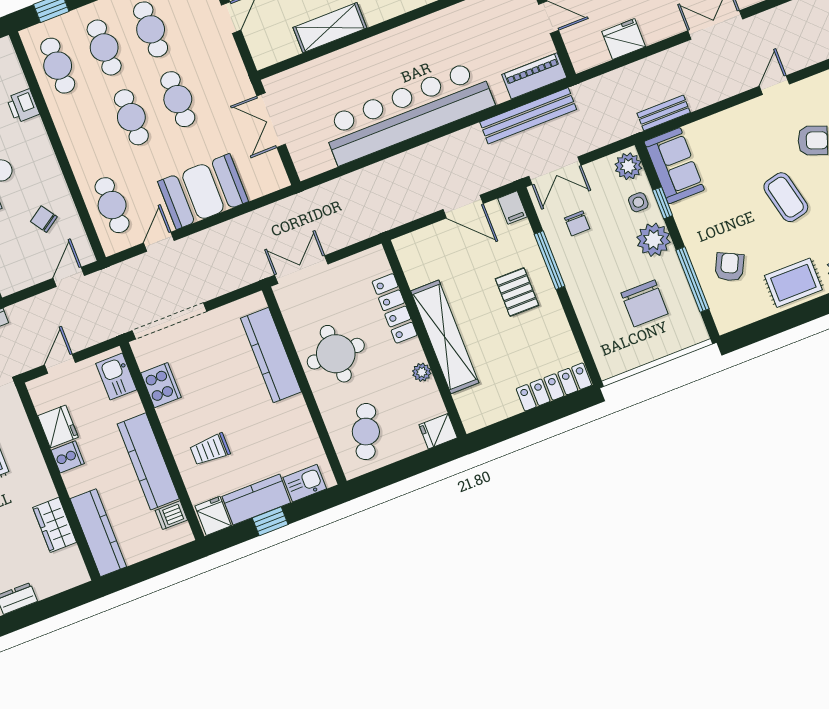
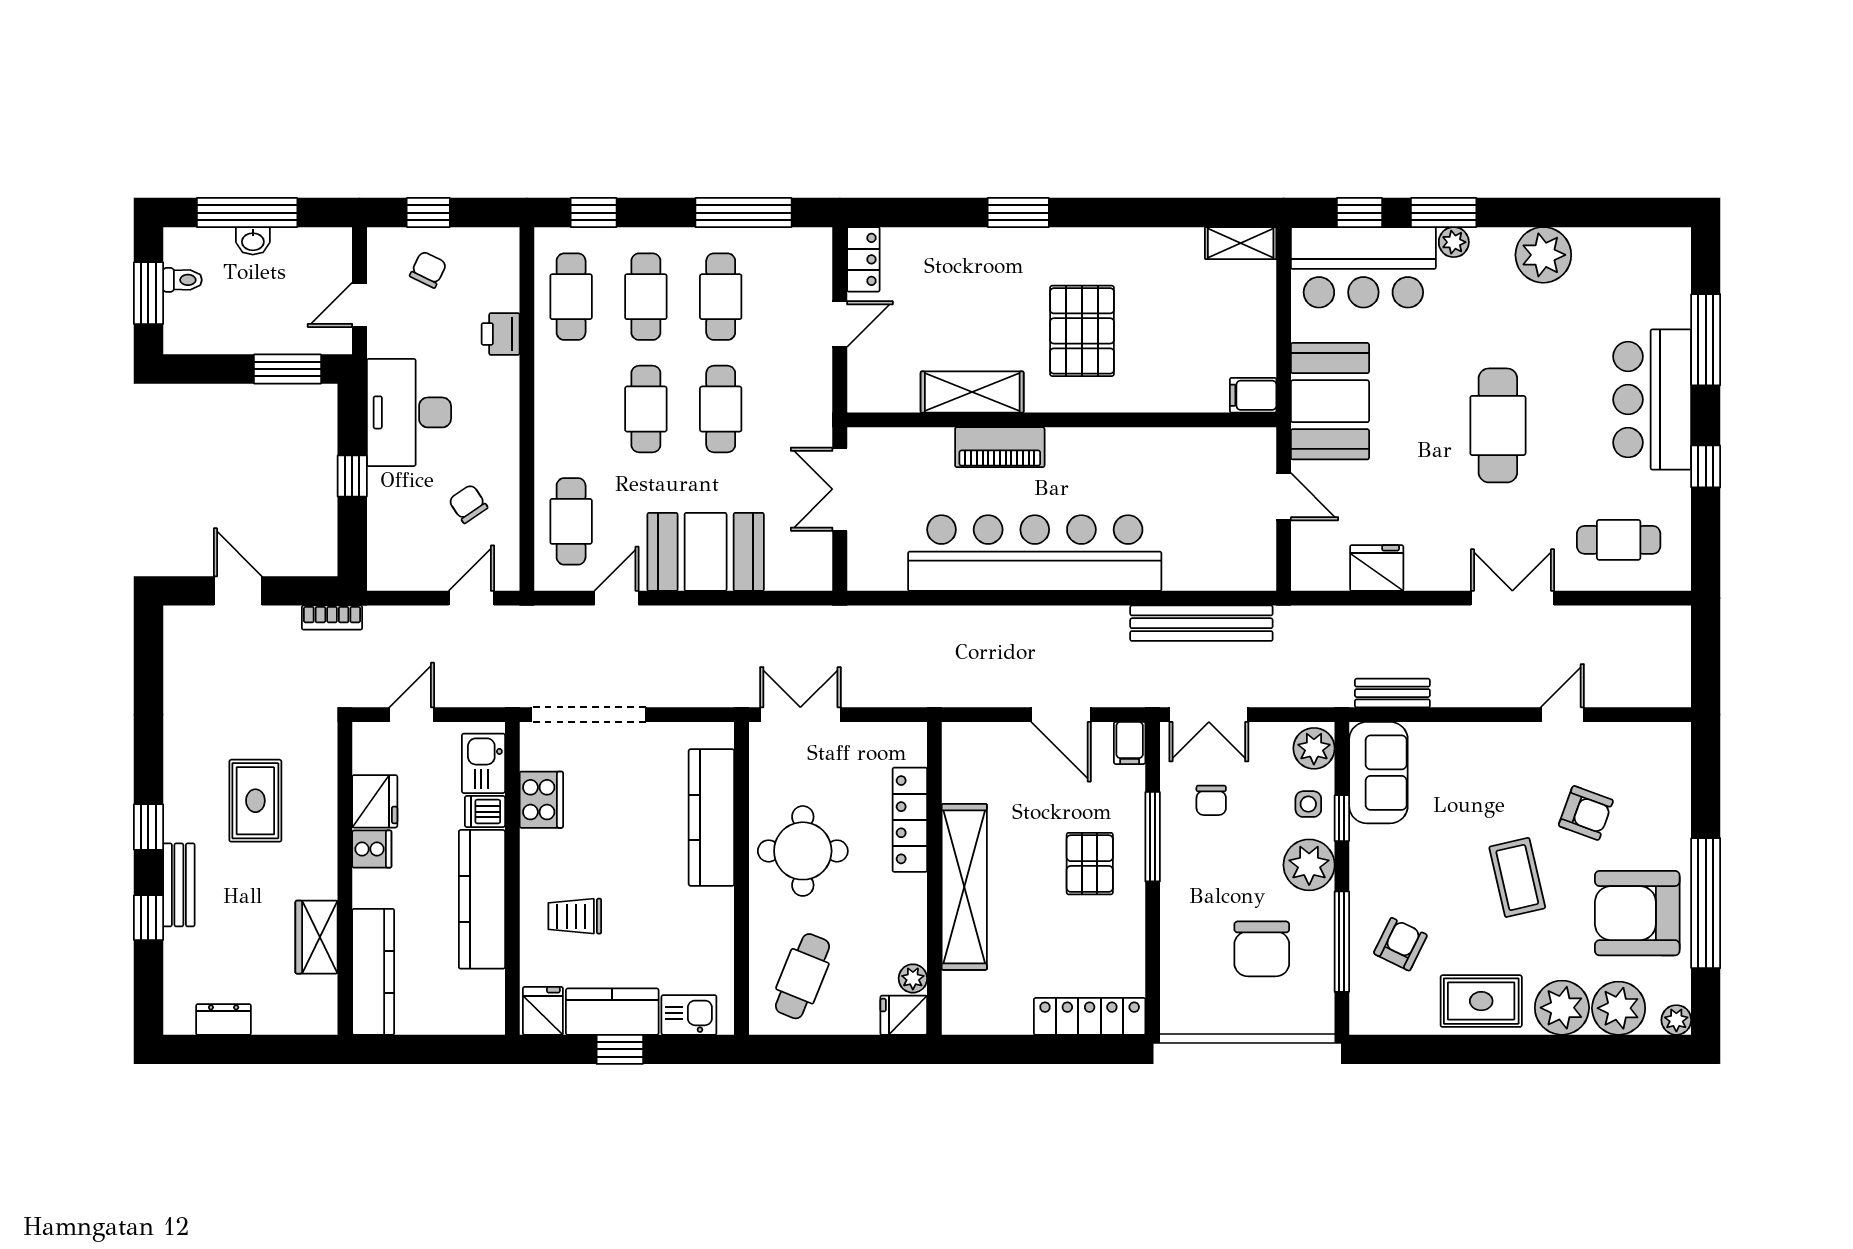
piano: (534, 76) -> (1000, 447), moved, turned 180
plant: (422, 372) -> (913, 978), moved
dishwasher: (171, 515) -> (485, 812), moved

